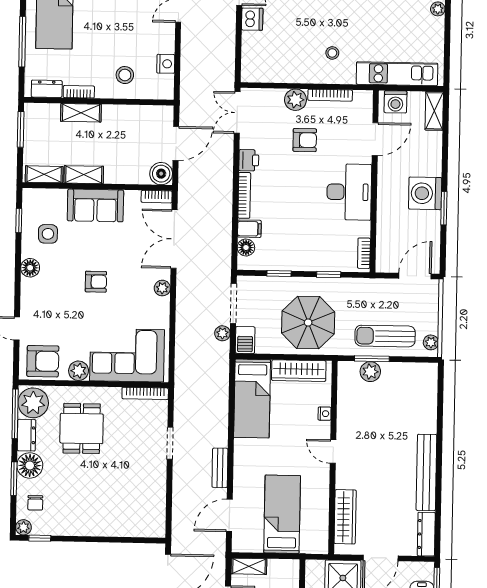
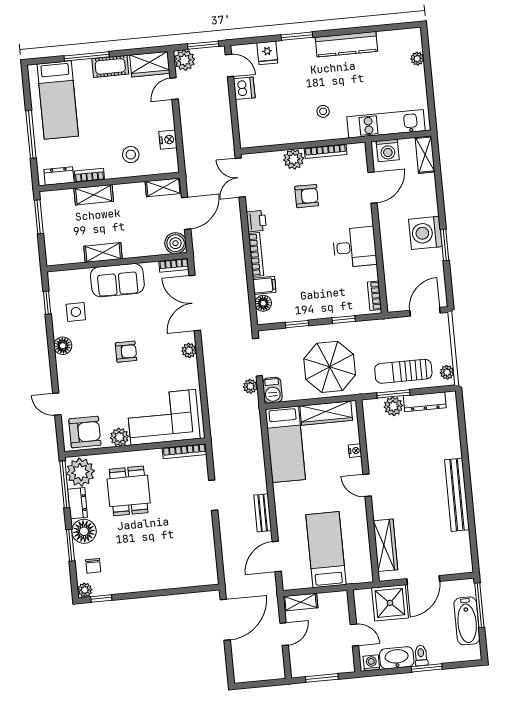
shelving: (44, 174) -> (163, 187), moved
desk: (349, 192) -> (355, 247), width x0.73
dresser: (426, 534) -> (425, 402), moved, turned -90

